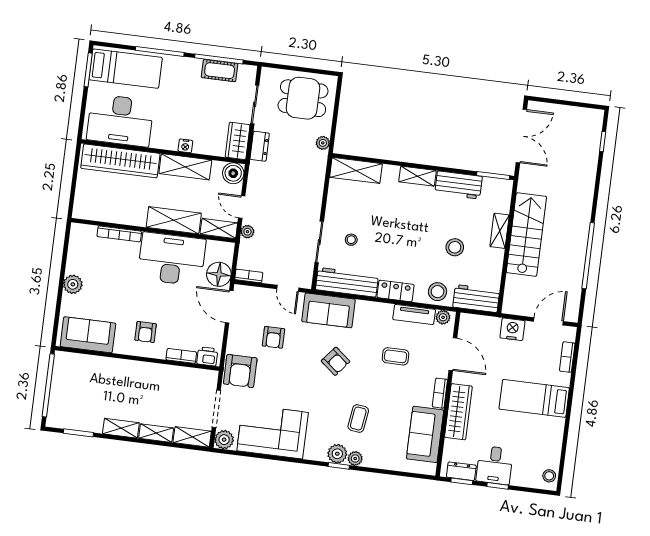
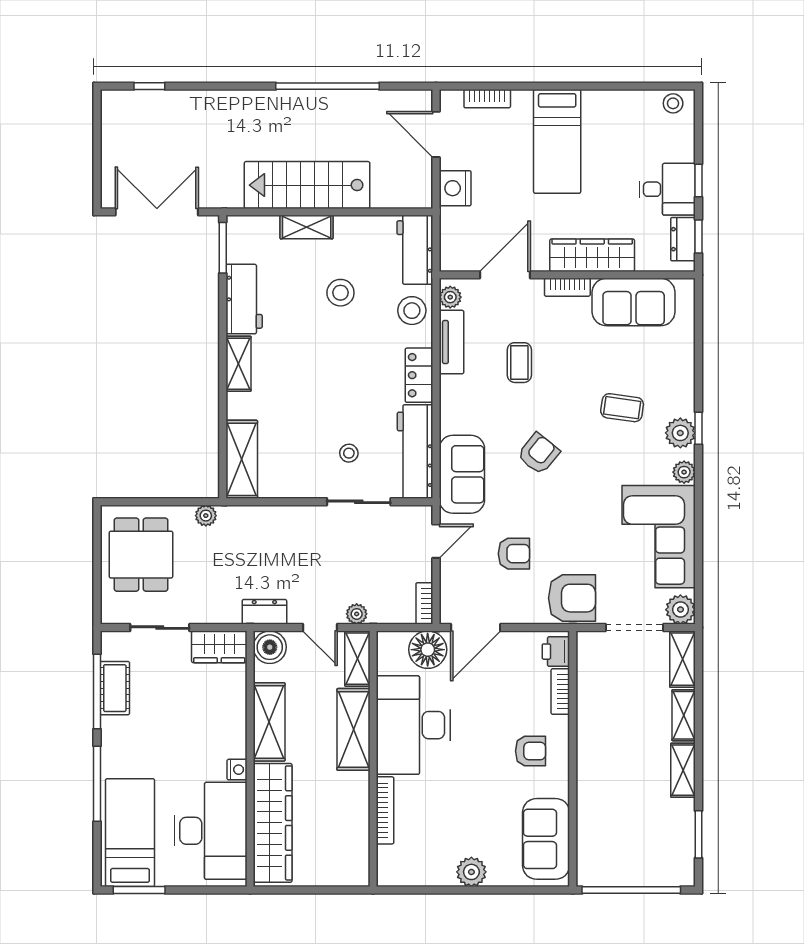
nightstand: (185, 146) -> (237, 770), moved
dresser: (260, 146) -> (264, 612), moved
door: (242, 207) -> (320, 628), hinge flipped
plant: (355, 458) -> (684, 472), moved

